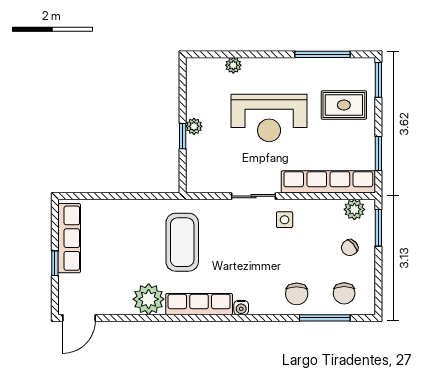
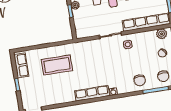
row of seats: (69, 238) -> (21, 65), width x0.68
coffee table: (182, 242) -> (57, 65), moved, turned 90
plant: (149, 299) -> (67, 95), removed

